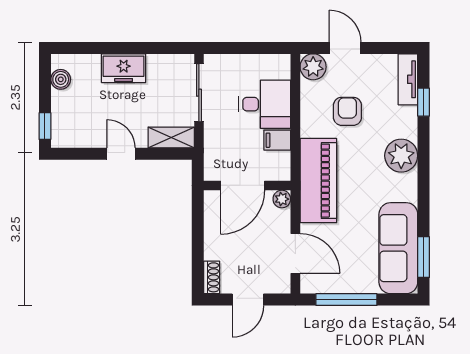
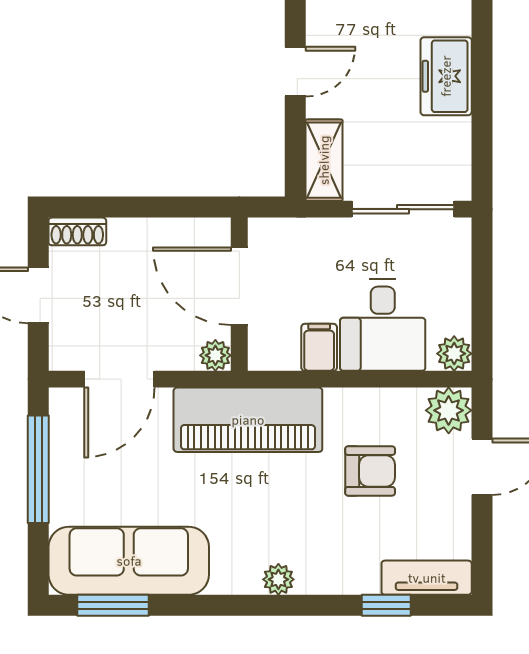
plant: (281, 64) -> (454, 354), added
plant: (401, 156) -> (278, 579), width x0.53, depth x0.53

